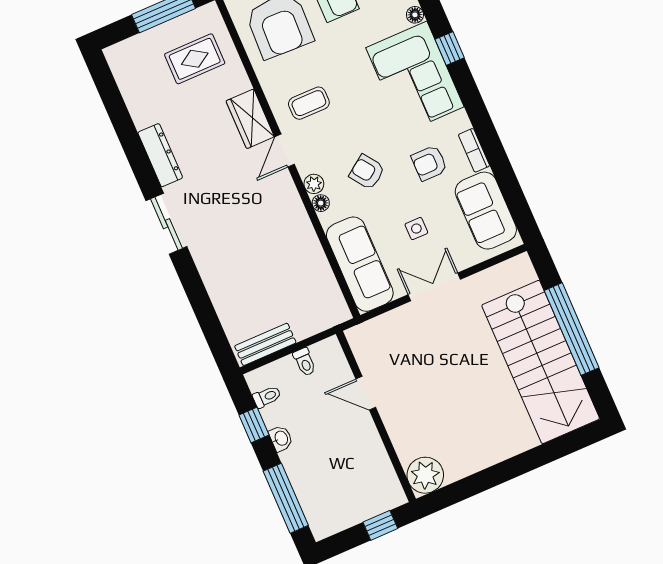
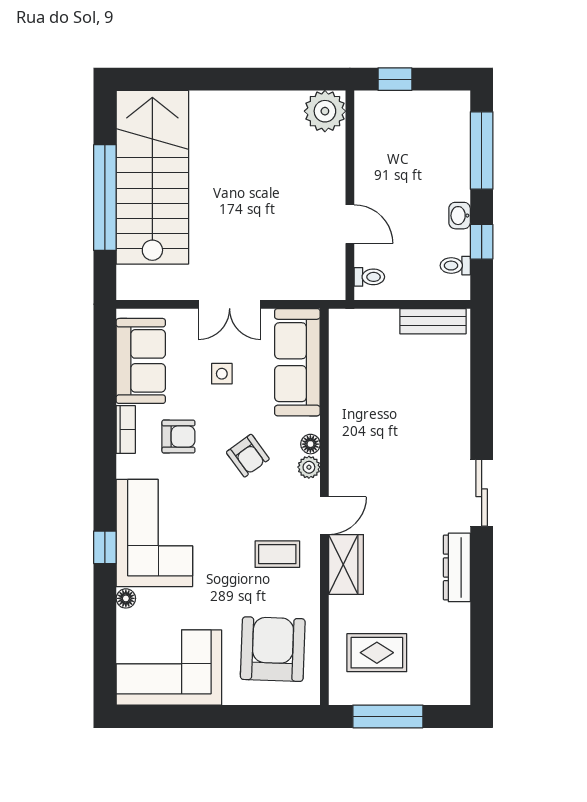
toilet: (305, 362) -> (369, 277), moved, turned 90

